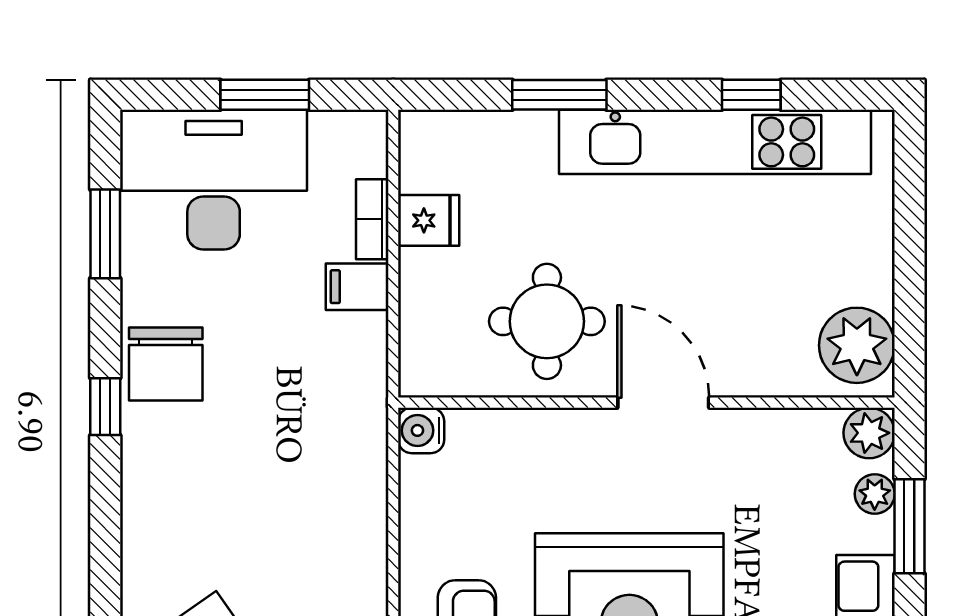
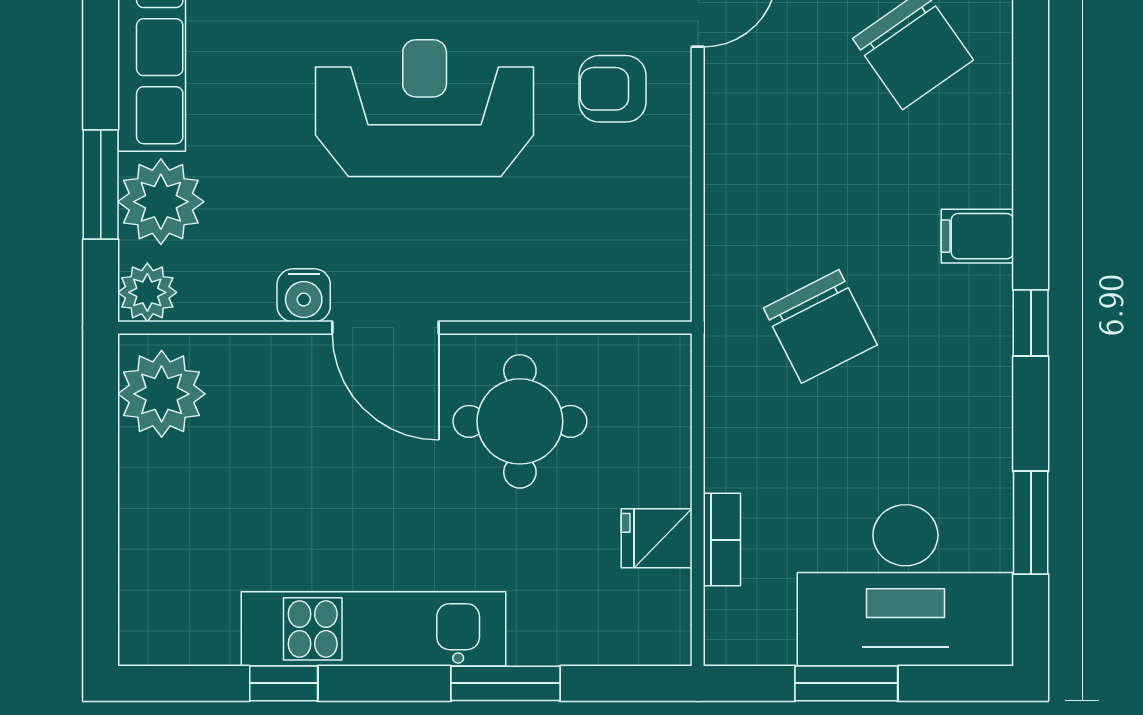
kitchen unit: (715, 142) -> (374, 629), width x0.73
filing cabinet: (357, 287) -> (977, 236), moved, turned 180
chair: (166, 364) -> (820, 326), moved, turned 153
water cooler: (421, 430) -> (304, 295), moved, turned 90
plant: (875, 494) -> (161, 202), width x1.88, depth x1.88

